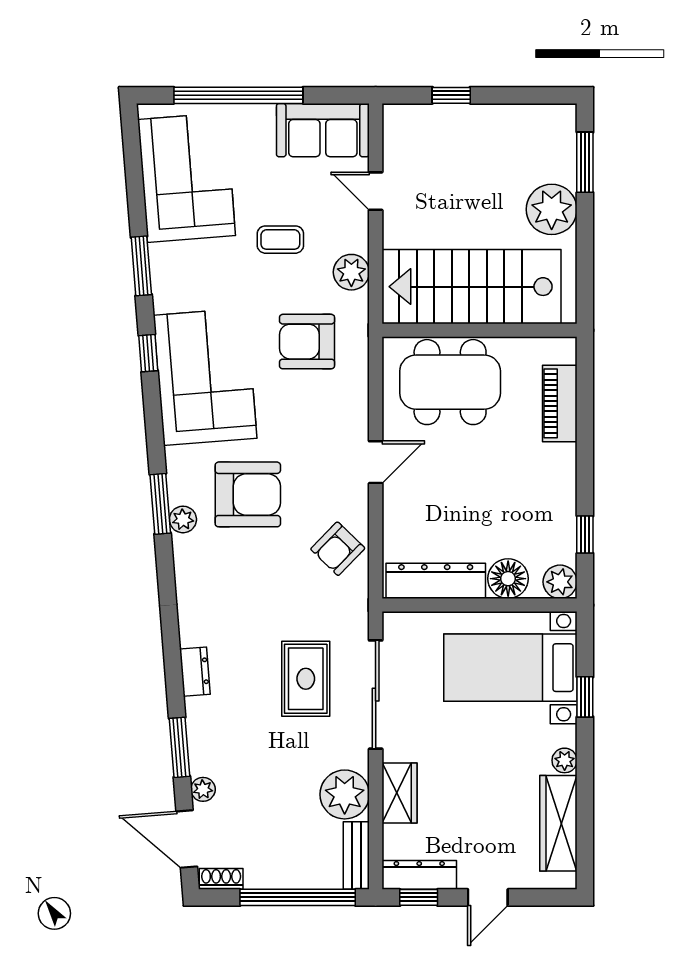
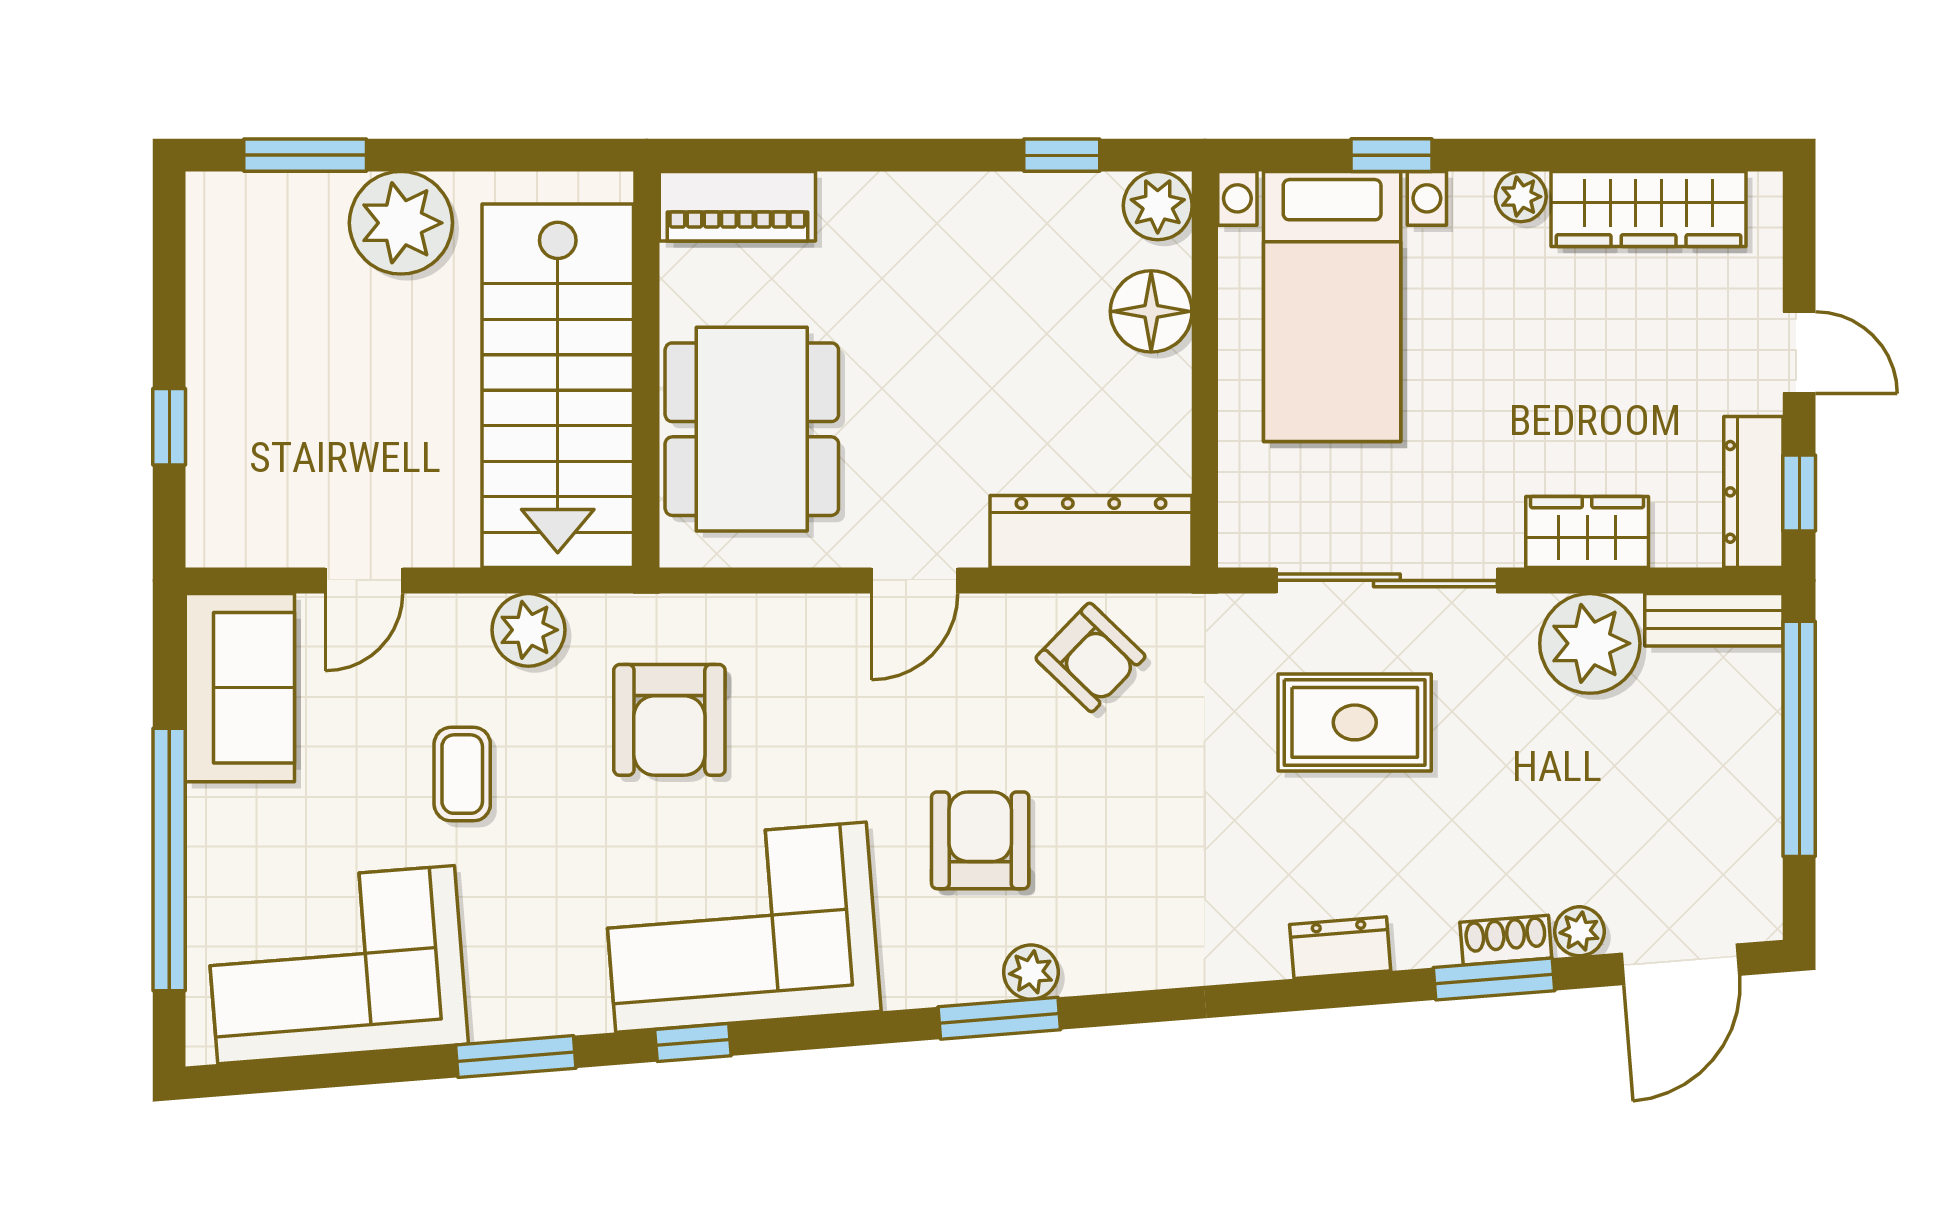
piano: (560, 403) -> (737, 206), moved
door: (376, 462) -> (915, 580), swing flipped
armchair: (248, 494) -> (980, 840), width x0.73, depth x0.73
dresser: (436, 581) -> (1091, 531), moved, turned 90
shoe rack: (221, 879) -> (1506, 940), moved, turned 85

